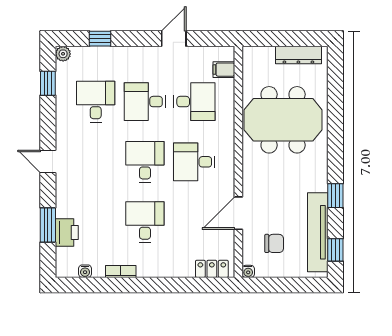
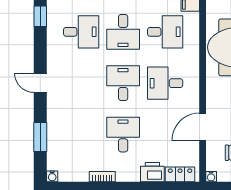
desk: (96, 102) -> (81, 32), turned 90
desk: (145, 102) -> (123, 32), turned -90
printer: (67, 232) -> (152, 172), moved, turned -90
water cooler: (85, 271) -> (52, 176), moved

